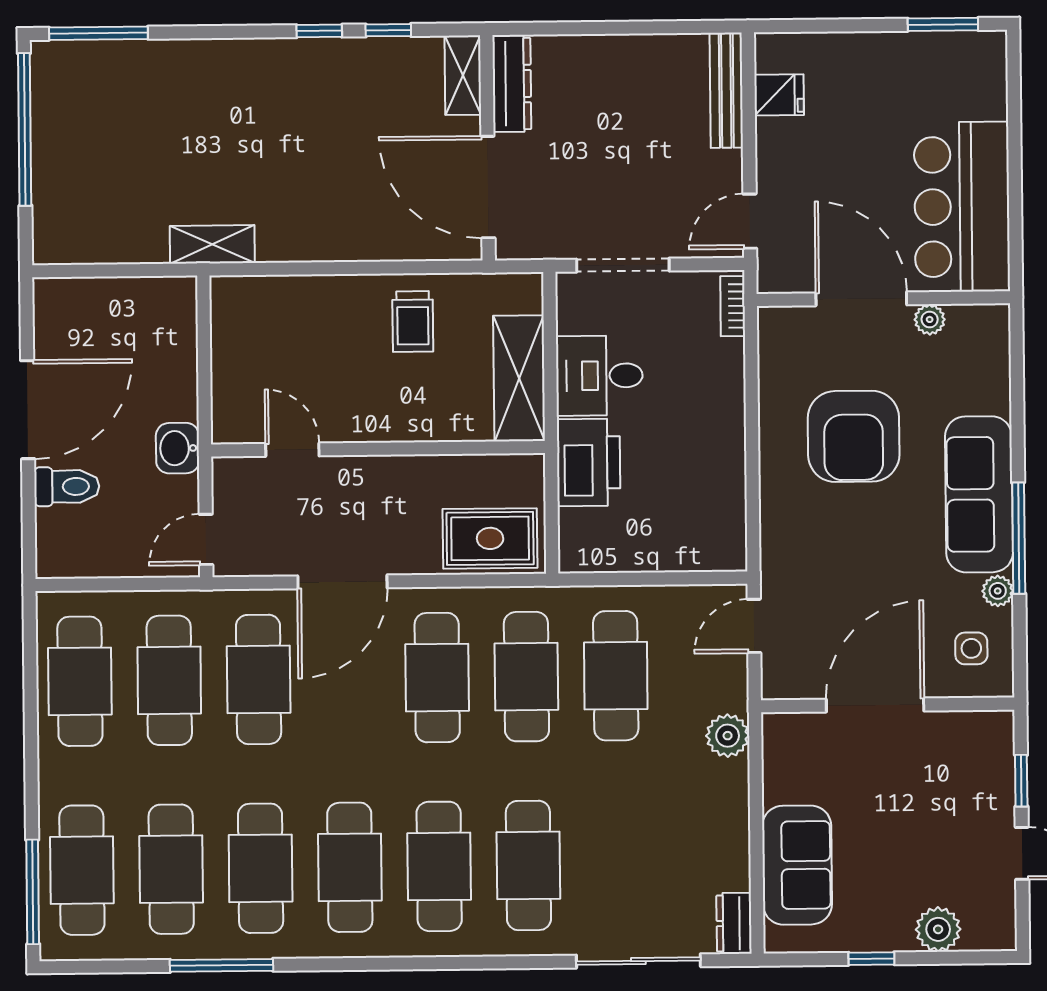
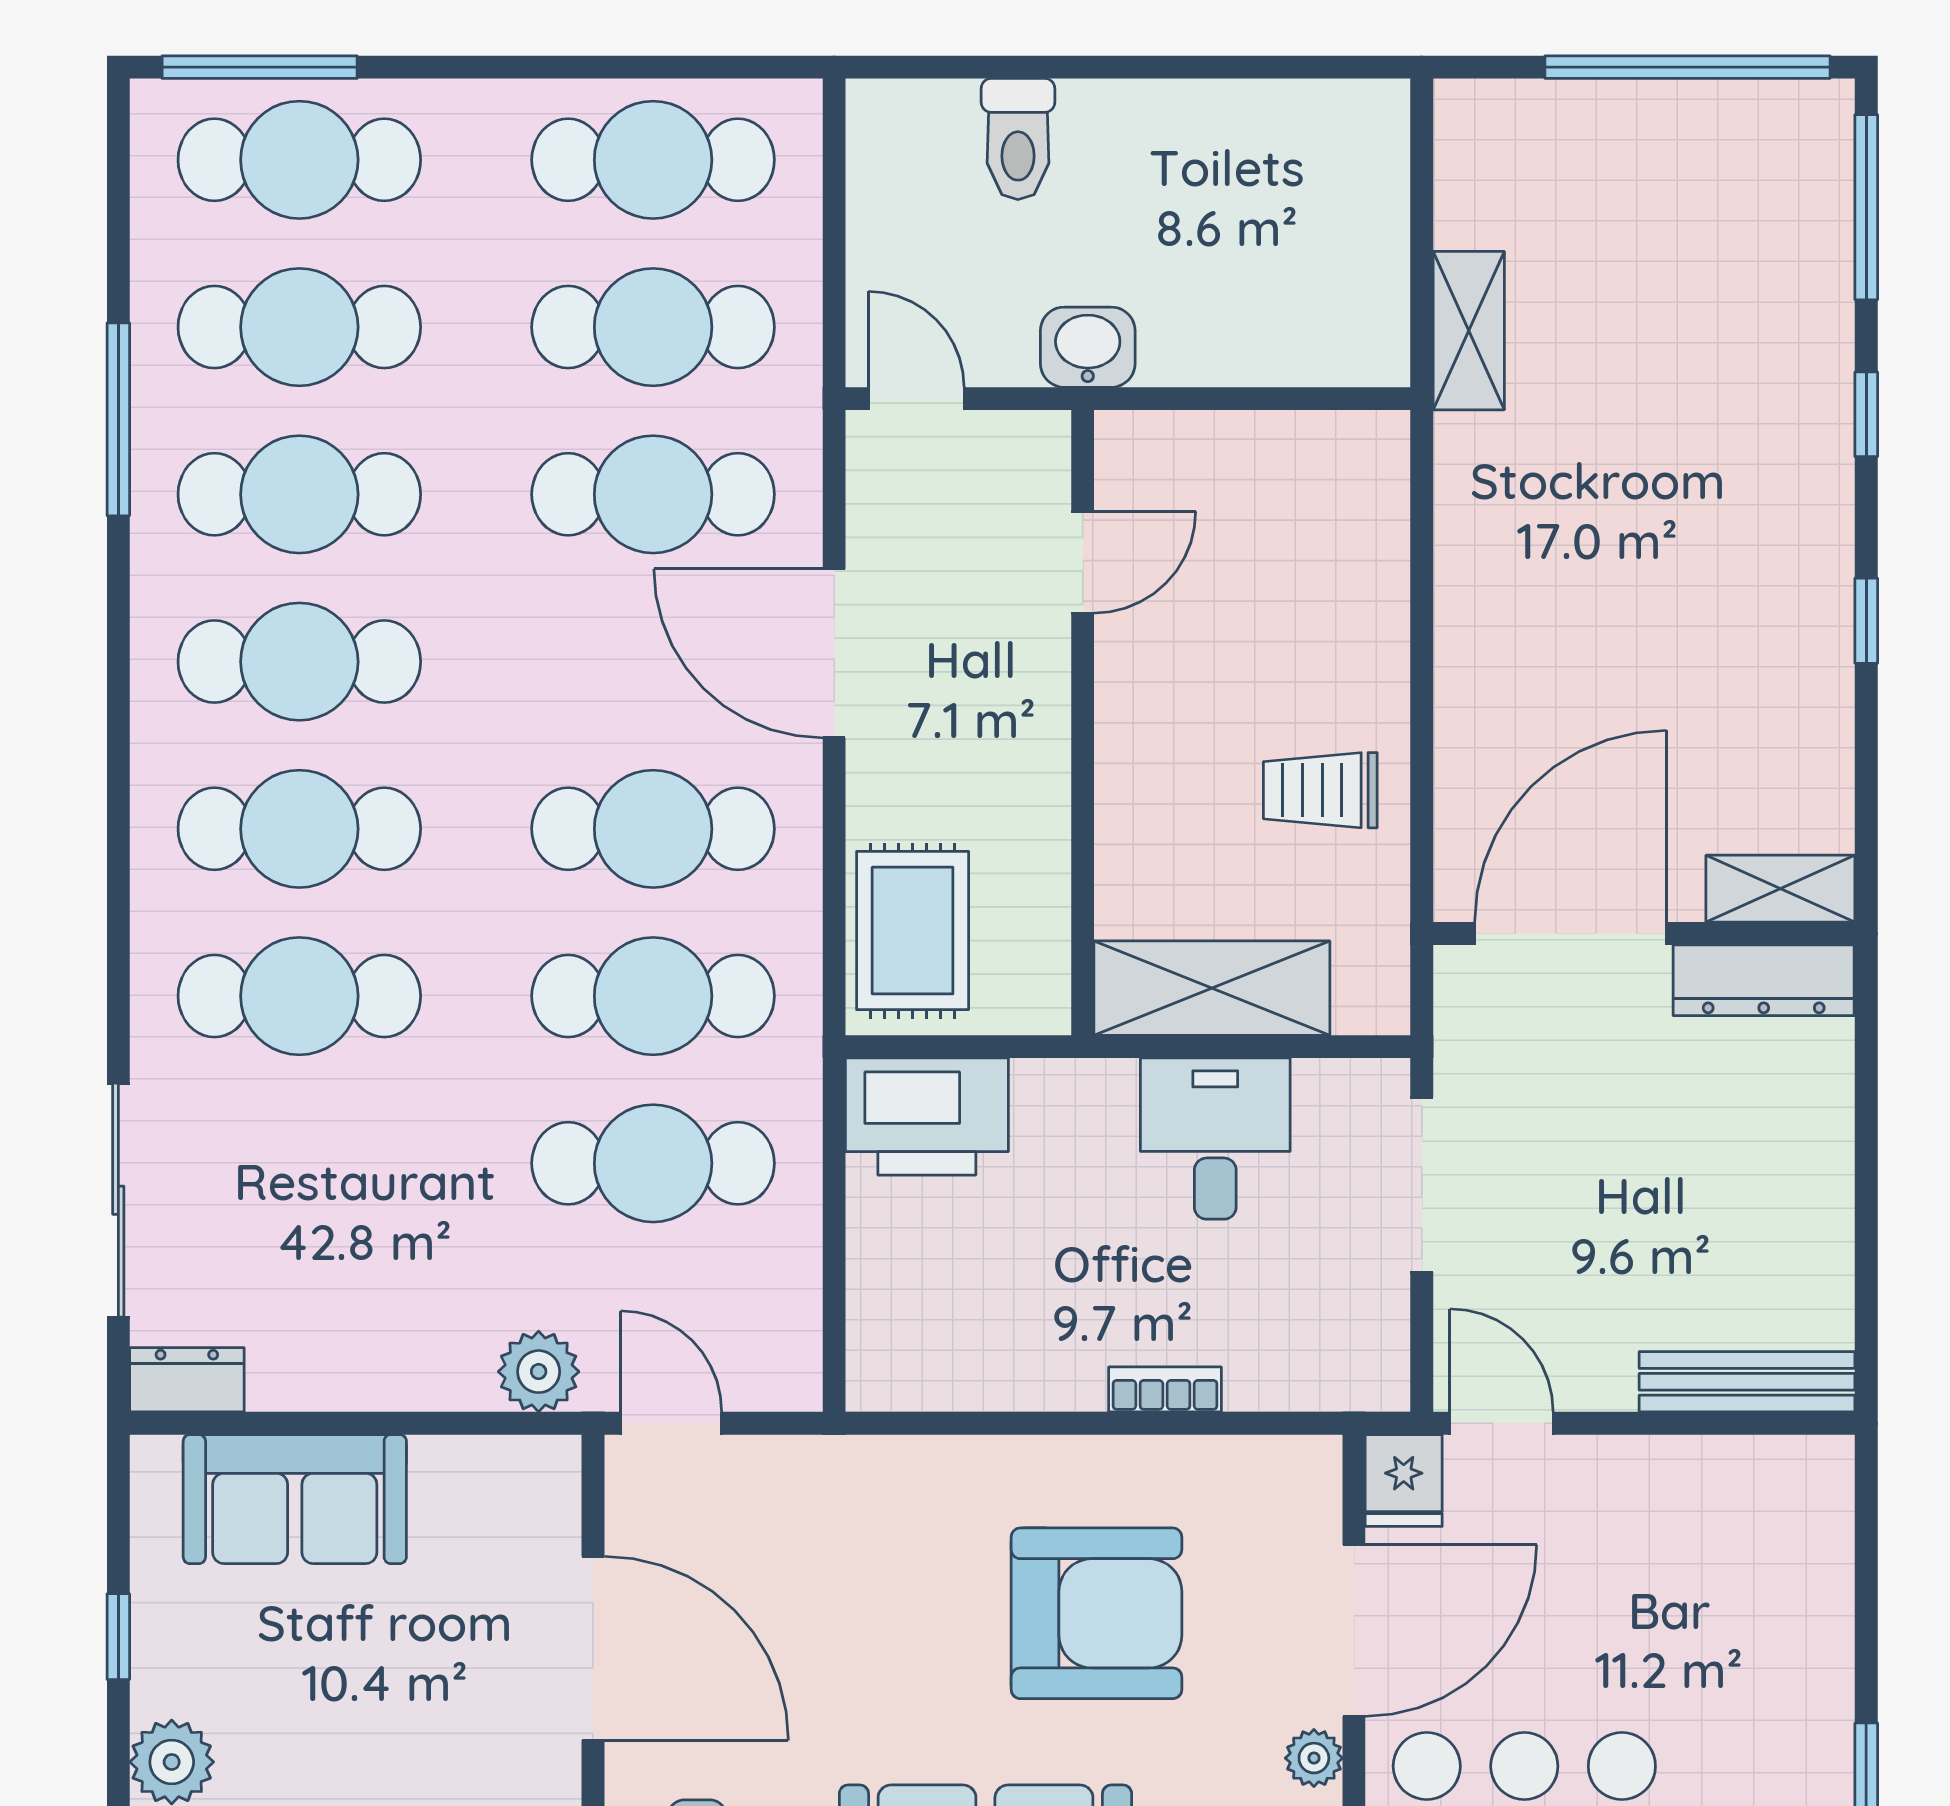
window: (388, 30) -> (1866, 414), moved
fridge: (779, 95) -> (1404, 1480), moved
shelving: (212, 244) -> (1469, 331), moved
bookcase: (733, 306) -> (1165, 1389), moved
door: (28, 410) -> (1163, 67), removed
armchair: (854, 436) -> (1097, 1613), turned 180
printer: (588, 462) -> (927, 1116), moved
door: (754, 626) -> (671, 1423), moved

